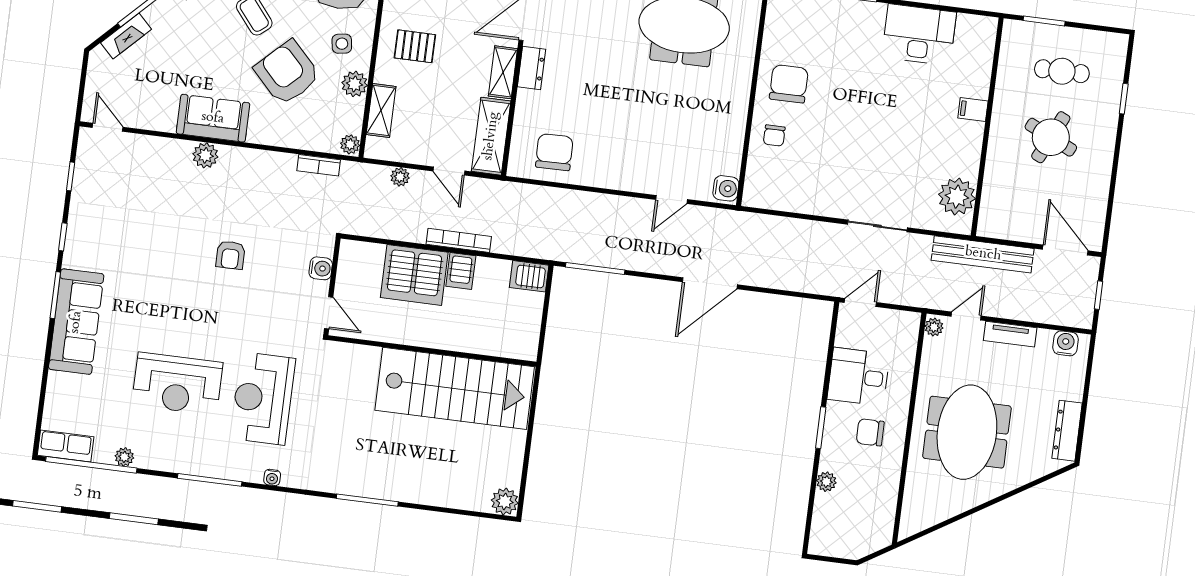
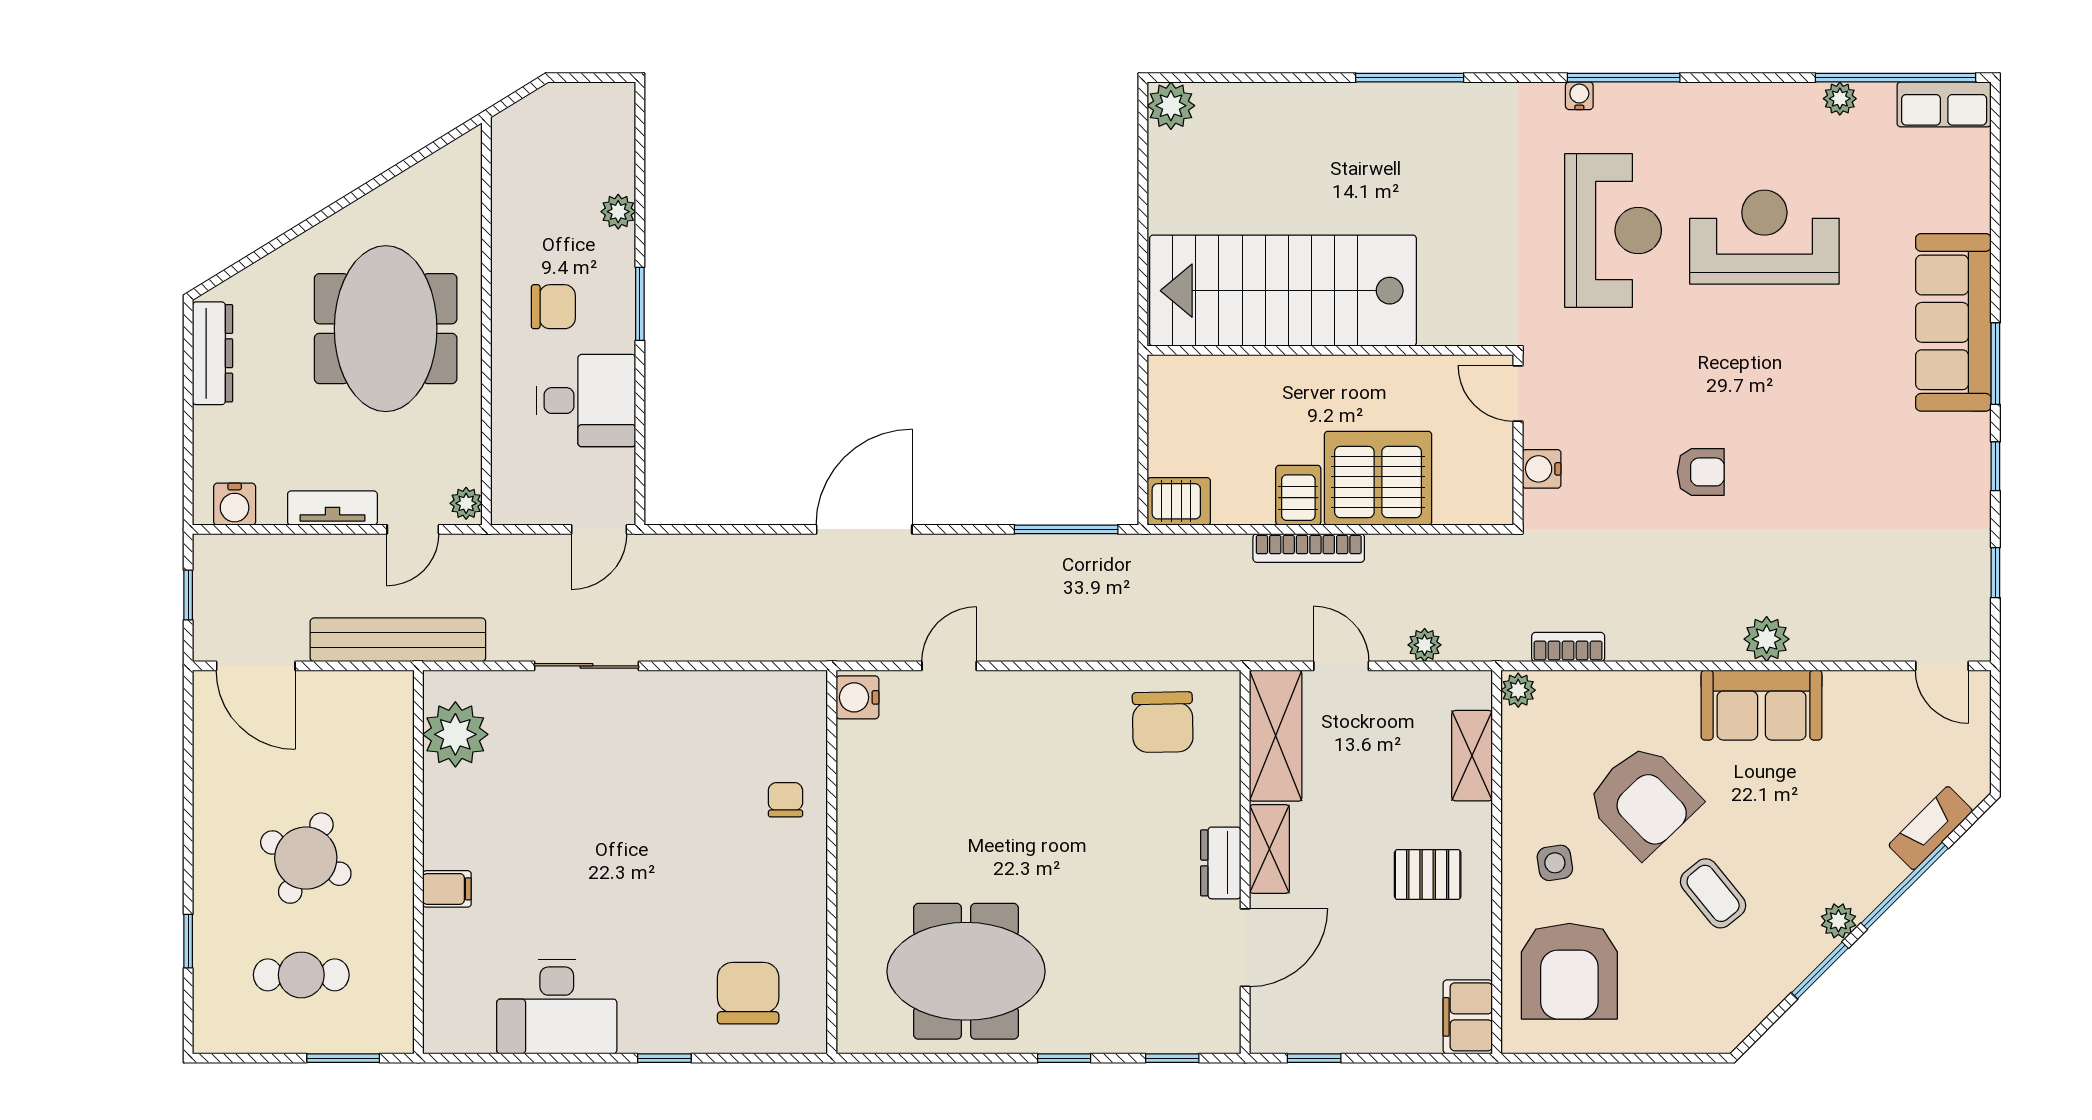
plant: (355, 84) -> (1524, 796), removed
chair: (789, 84) -> (748, 993), moved, turned 180
armchair: (231, 255) -> (1701, 472), turned 90
window: (210, 480) -> (1624, 78), moved

